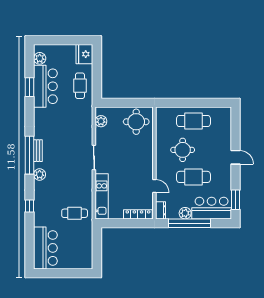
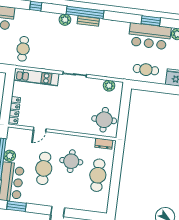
dresser: (161, 210) -> (104, 144), moved

